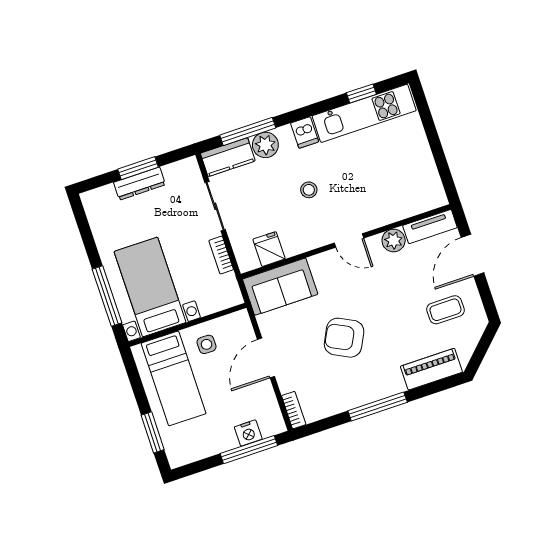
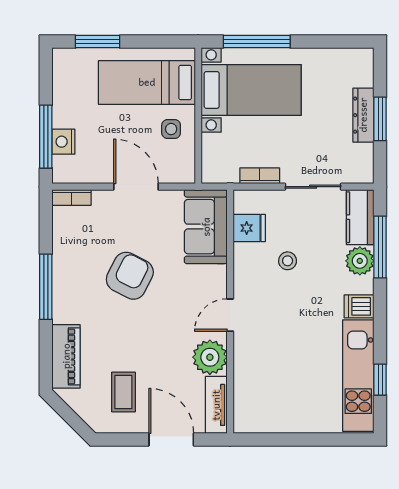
stool: (309, 190) -> (288, 261), moved
plant: (394, 240) -> (210, 357), width x1.36, depth x1.36

